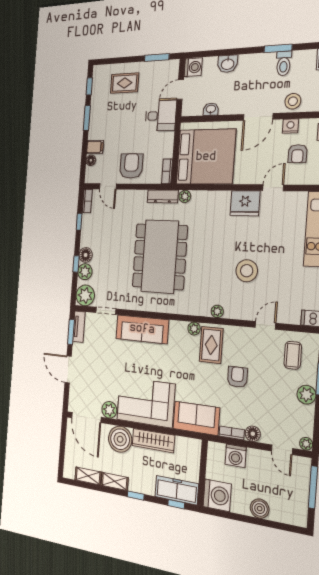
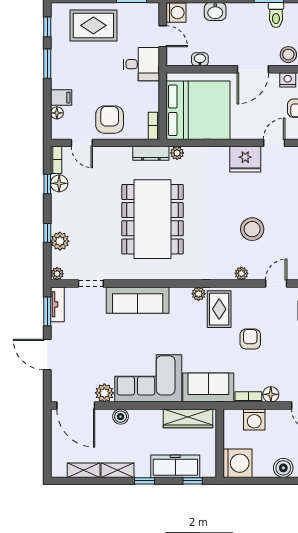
rug: (125, 83) -> (93, 25), width x1.36, depth x1.43
door: (180, 90) -> (163, 36), swing flipped
floor lamp: (86, 255) -> (59, 183), moved
plant: (85, 295) -> (57, 274), width x0.53, depth x0.53
plant: (217, 311) -> (241, 273), moved
boiler: (120, 439) -> (121, 417), width x0.54, depth x0.54
wardrobe: (153, 441) -> (188, 418), moved
freezer: (177, 490) -> (175, 466), moved

